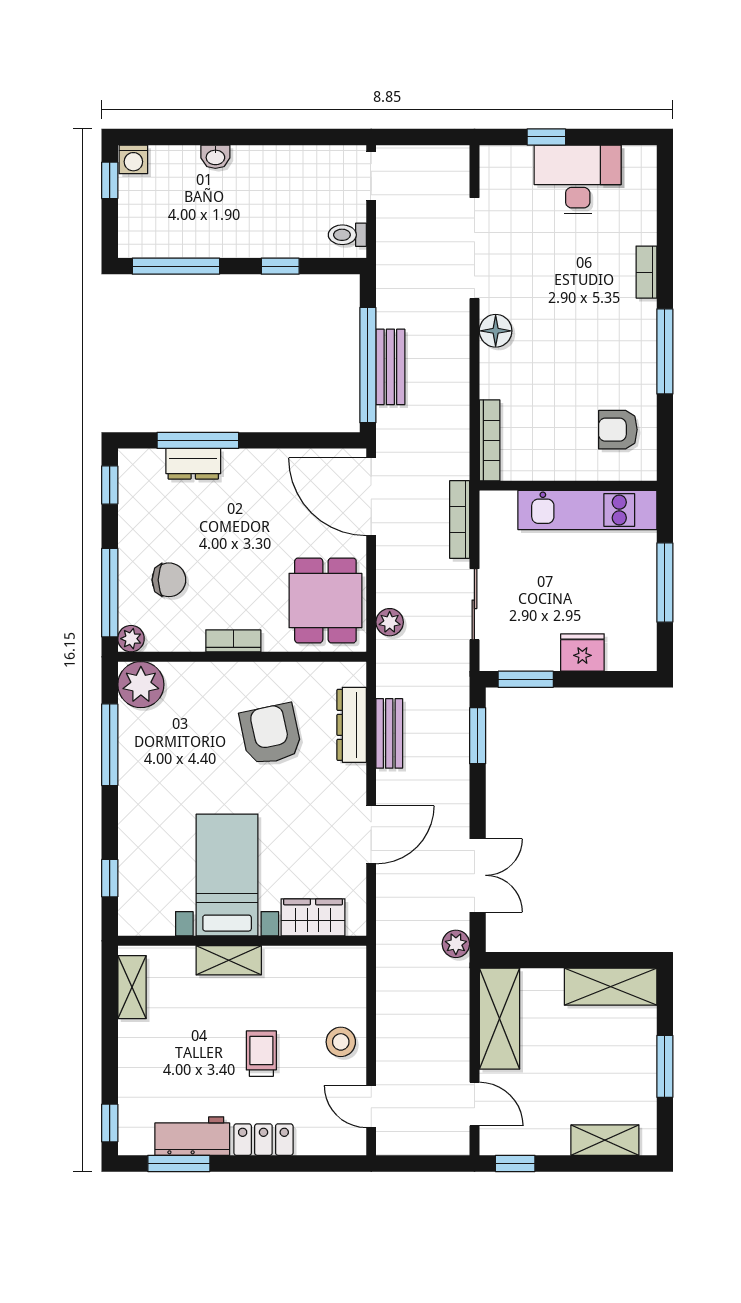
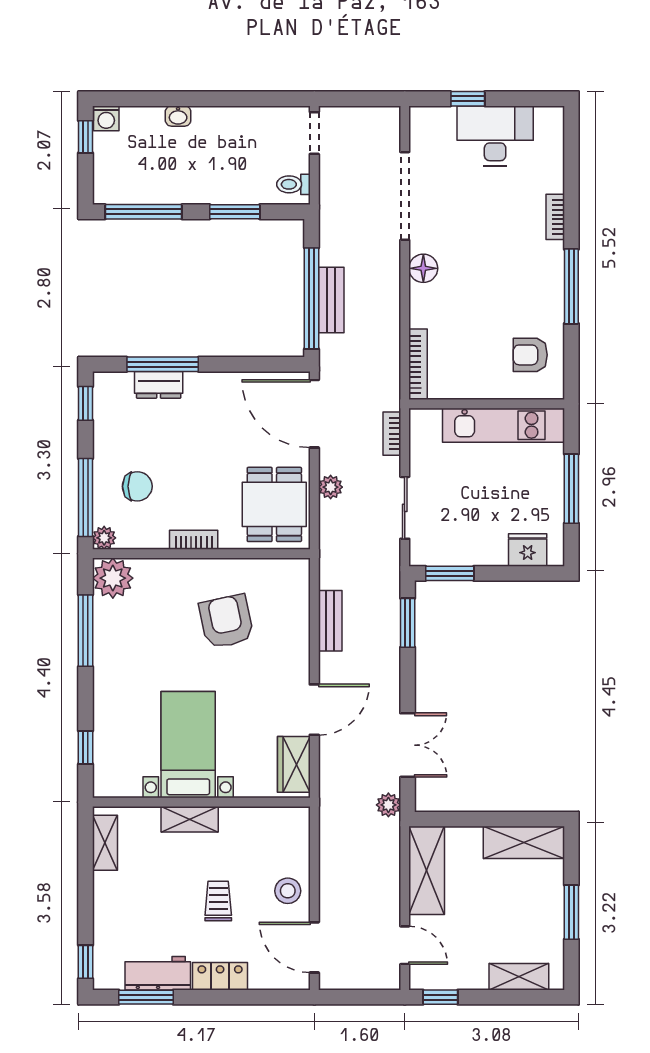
window: (280, 266) -> (235, 212), width x1.50
bookcase: (460, 519) -> (392, 434), width x0.64
plant: (390, 622) -> (331, 487), moved
fridge: (582, 652) -> (528, 550), moved
dresser: (352, 725) -> (297, 613), removed
wardrobe: (313, 917) -> (294, 764), moved, turned -90
door: (371, 1107) -> (314, 947), width x1.38

